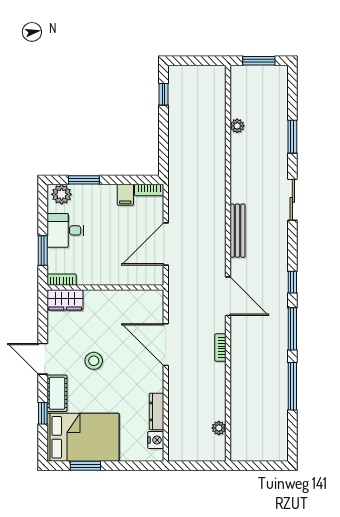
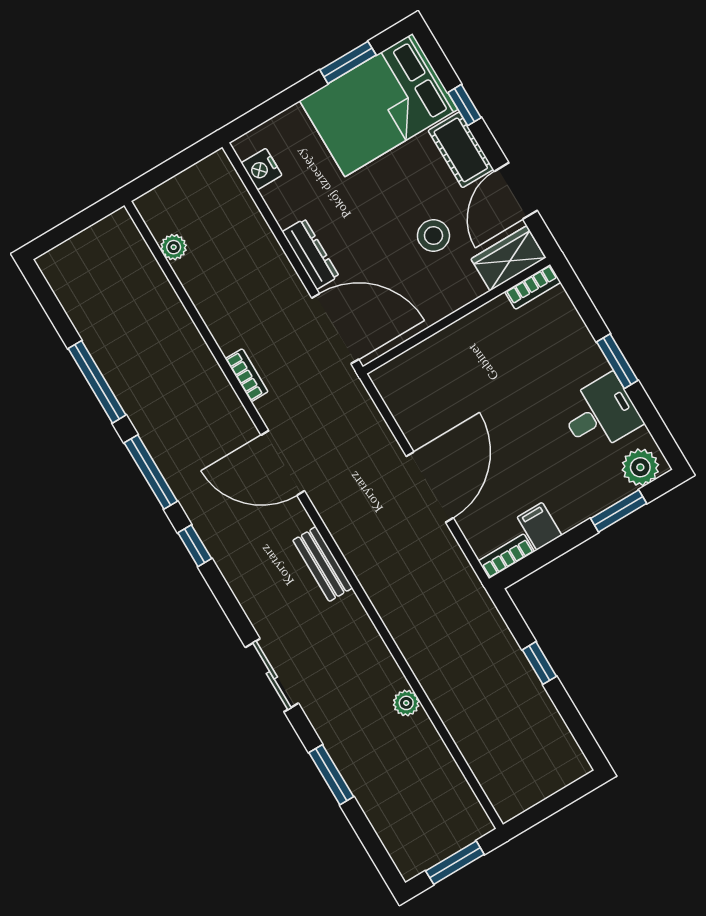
window: (164, 94) -> (539, 663), moved
plant: (237, 126) -> (406, 703), moved
bench: (237, 231) -> (323, 564), width x0.73
bookcase: (62, 280) -> (533, 287), moved
wall: (105, 287) -> (456, 316), moved
wardrobe: (65, 300) -> (508, 258), moved
door: (43, 359) -> (516, 191), swing flipped
dresser: (156, 411) -> (311, 254), moved

